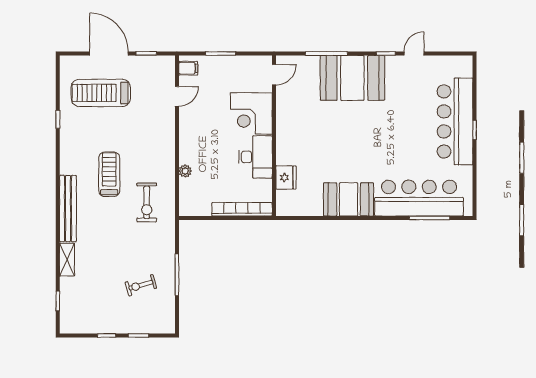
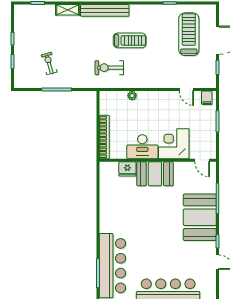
booth: (349, 199) -> (155, 174), moved, turned 90

